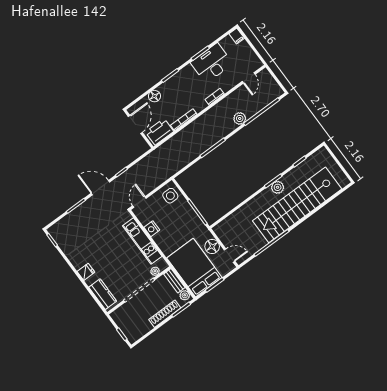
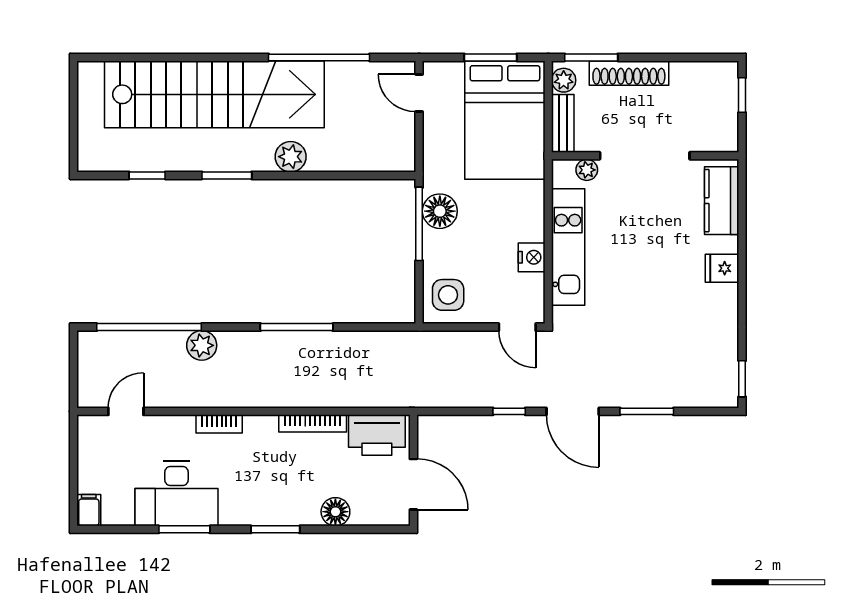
door: (135, 124) -> (413, 484), swing flipped
plant: (278, 187) -> (291, 157), moved
door: (139, 202) -> (517, 327), hinge flipped
floor lamp: (212, 246) -> (440, 211), moved

